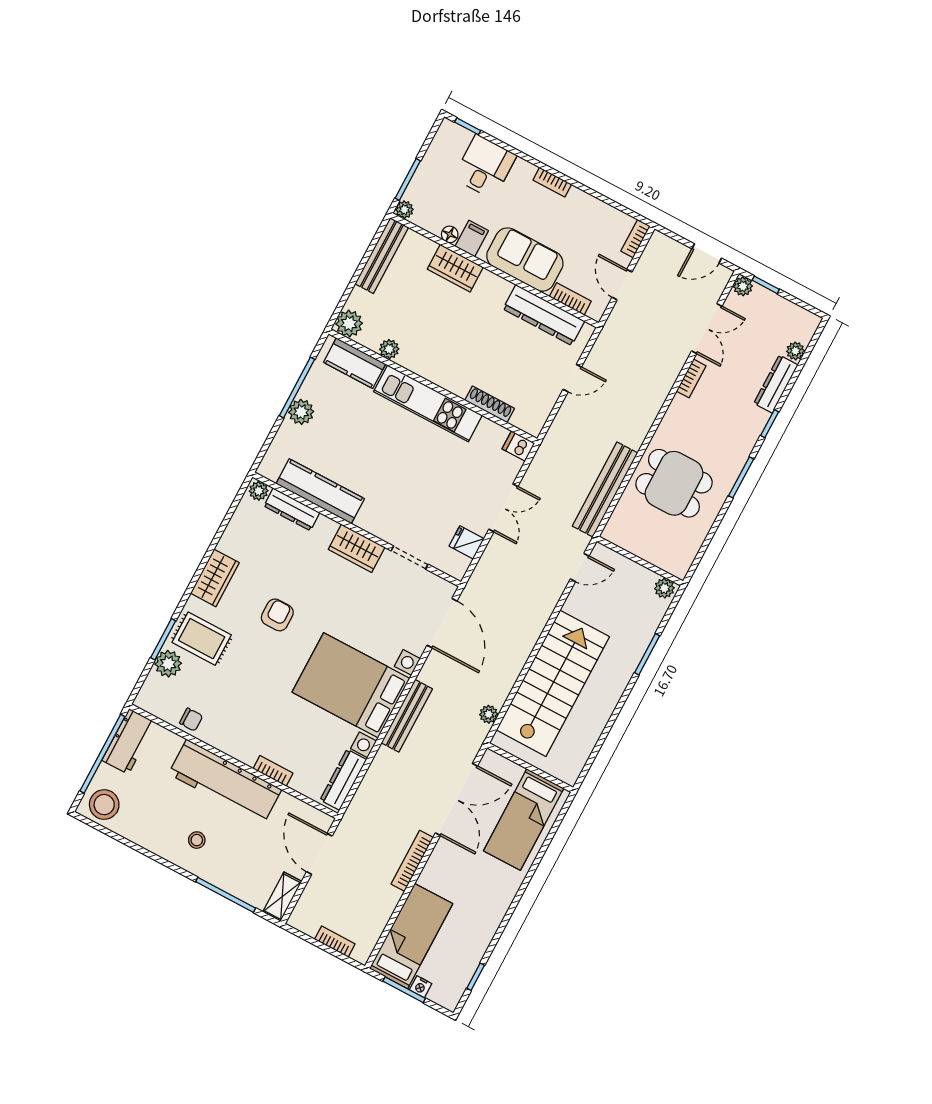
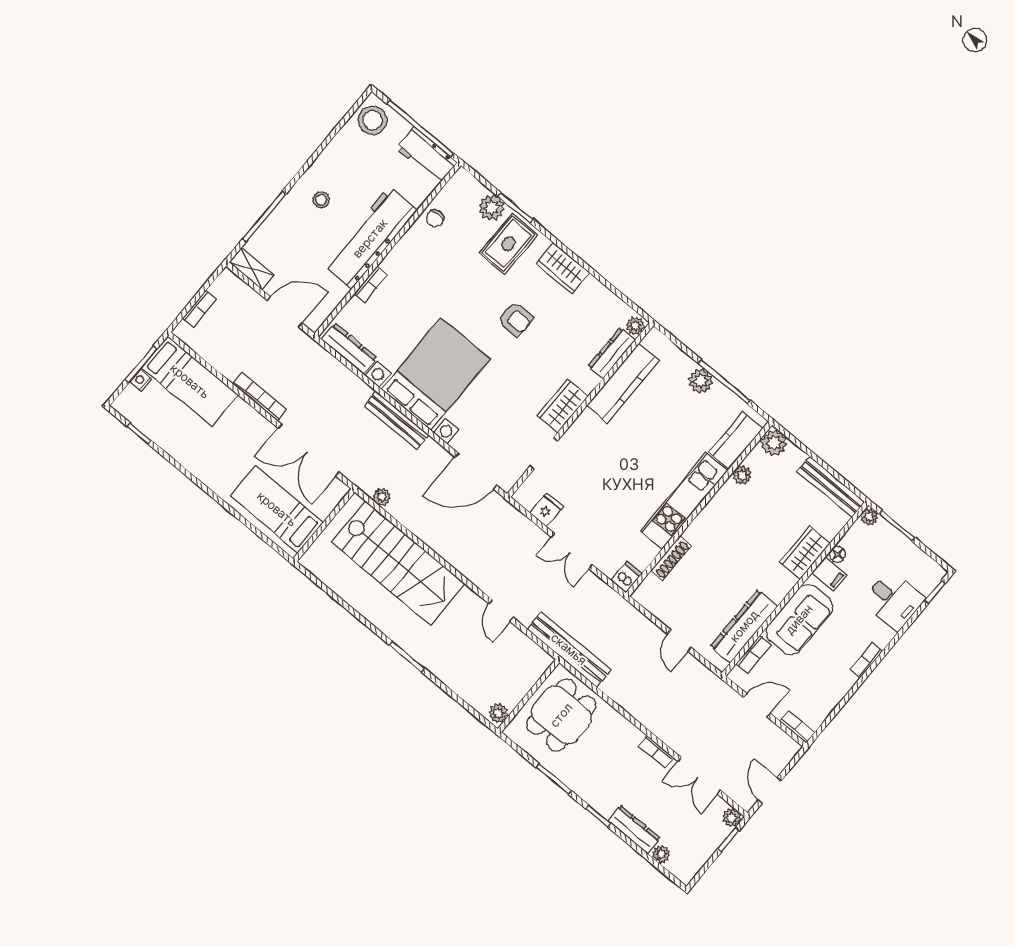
wall: (640, 561) -> (529, 696), moved
plant: (664, 588) -> (498, 713), moved

